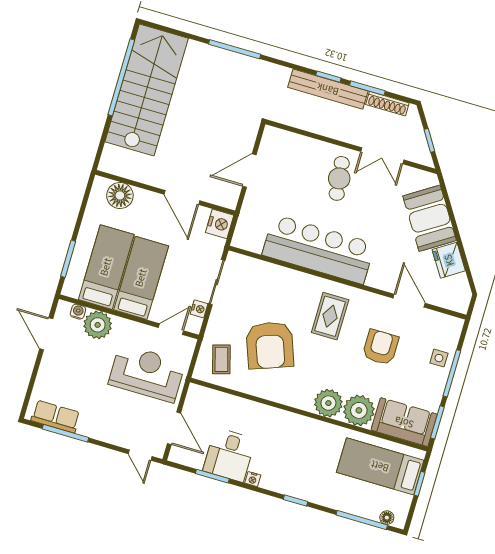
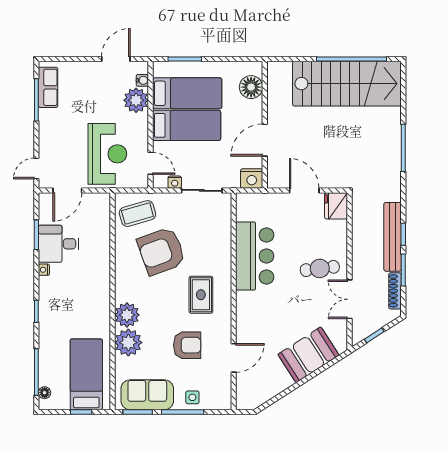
bar counter: (318, 249) -> (255, 256), width x0.73
fridge: (449, 260) -> (336, 206), moved, turned -57
rug: (330, 316) -> (201, 295), turned 90
coffee table: (221, 359) -> (137, 214), width x1.36, depth x1.30
sofa: (404, 422) -> (147, 395), moved, turned -90

